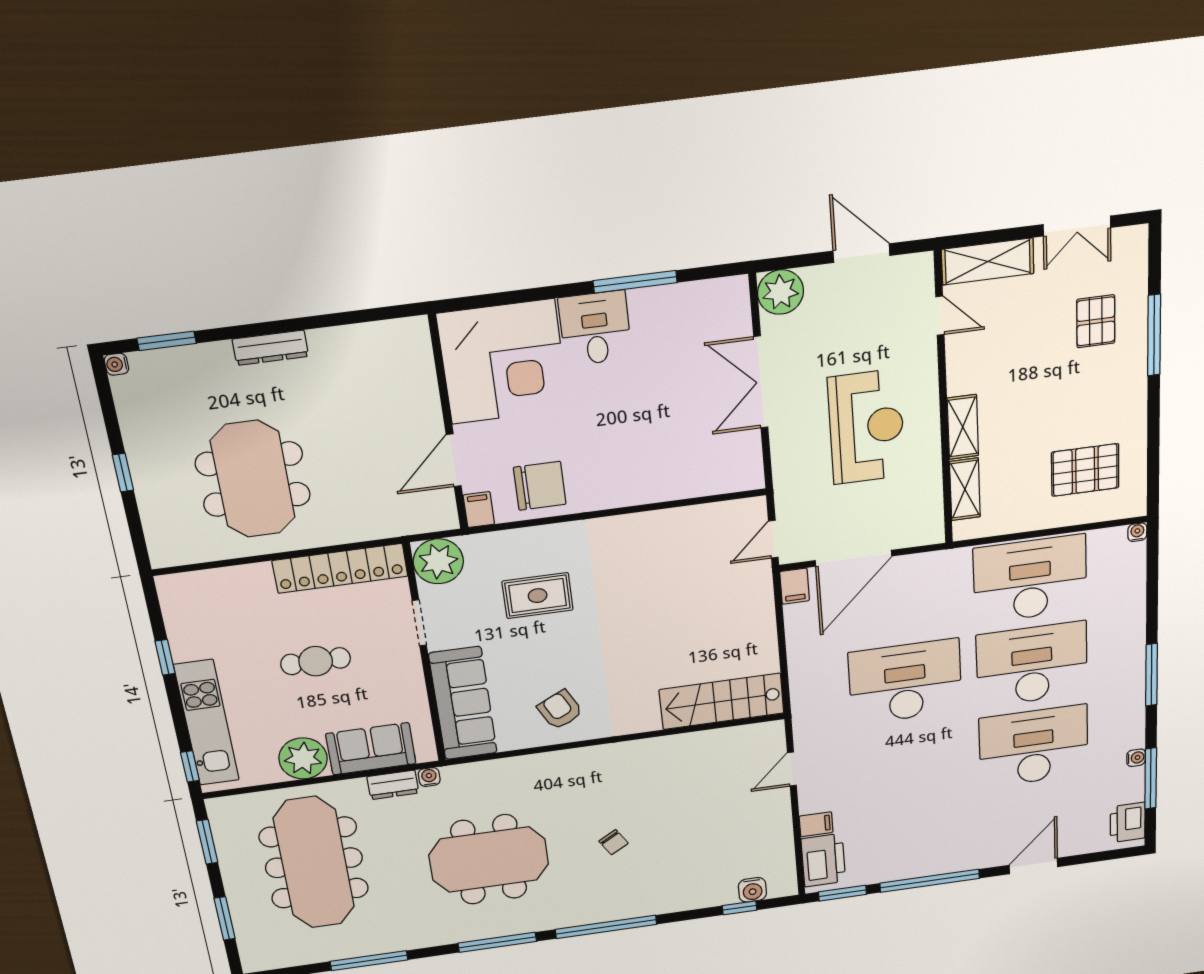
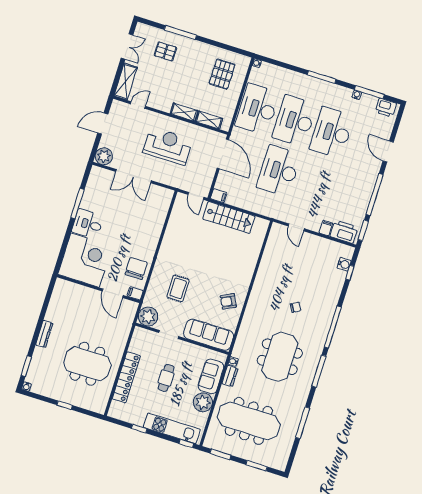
door: (854, 558) -> (223, 154), moved
locker: (340, 568) -> (126, 377), moved
stairs: (722, 701) -> (229, 217), moved, turned -90

